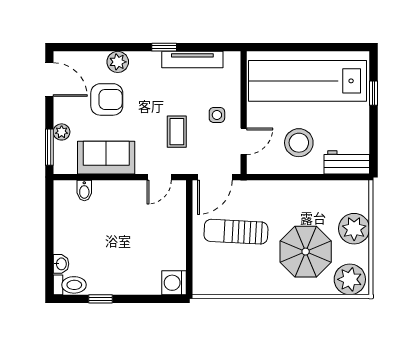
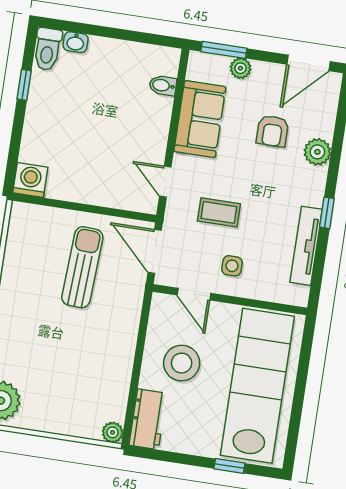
armchair: (107, 99) -> (272, 131), width x0.72, depth x0.72
plant: (354, 229) -> (113, 432), moved, width x0.53, depth x0.53
parasol: (306, 252) -> (44, 351), removed

